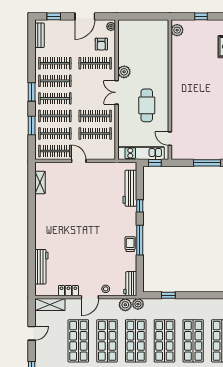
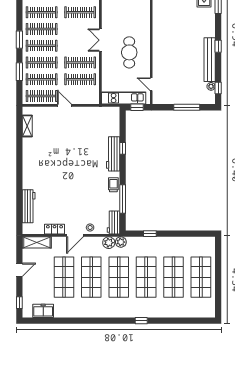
plant: (124, 72) -> (108, 20), removed
workbench: (130, 188) -> (113, 154), moved
window: (140, 240) -> (123, 199), moved

